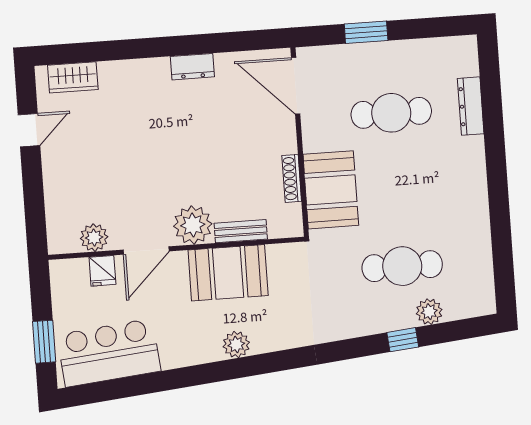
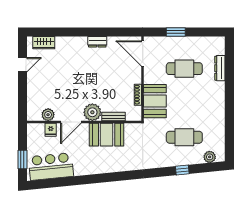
plant: (429, 312) -> (210, 157), moved
plant: (236, 345) -> (108, 167), removed

